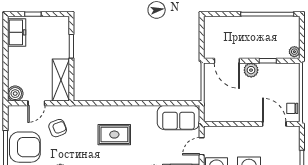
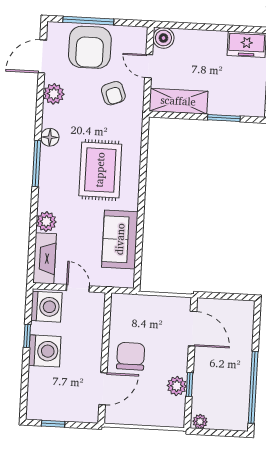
door: (227, 61) -> (193, 329), swing flipped
plant: (251, 70) -> (177, 386), moved
chair: (292, 108) -> (131, 356), moved, width x1.87, depth x1.87
sofa: (178, 118) -> (120, 239), moved
rug: (114, 135) -> (100, 170), width x1.36, depth x1.43

